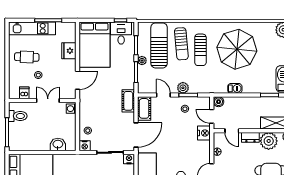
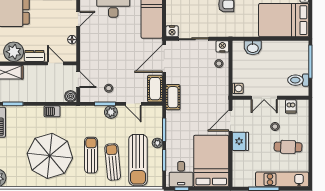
fridge: (69, 51) -> (240, 141), moved
nightstand: (204, 133) -> (87, 61), removed

